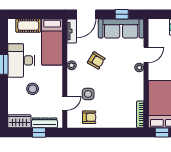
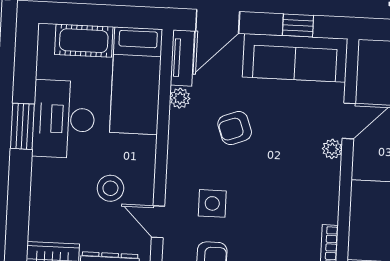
armchair: (96, 60) -> (235, 128), turned 129
plant: (72, 65) -> (180, 98), moved
stool: (33, 89) -> (110, 188), moved
door: (65, 103) -> (158, 222), swing flipped

